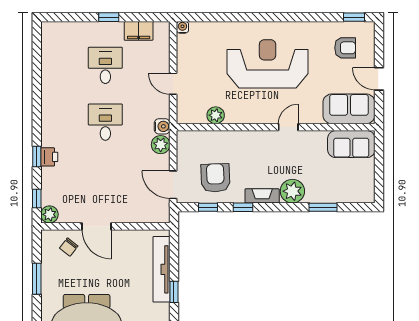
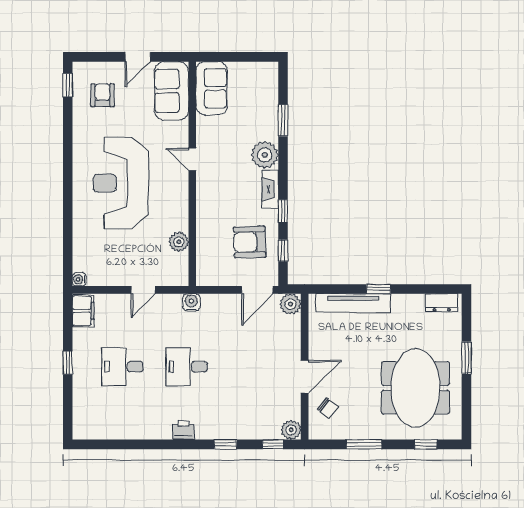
filing cabinet: (139, 31) -> (83, 311), moved
plant: (161, 145) -> (290, 304), moved
printer: (49, 157) -> (183, 430), moved

